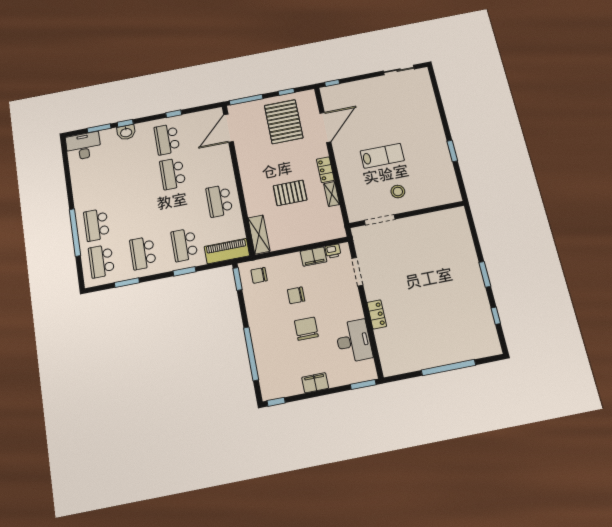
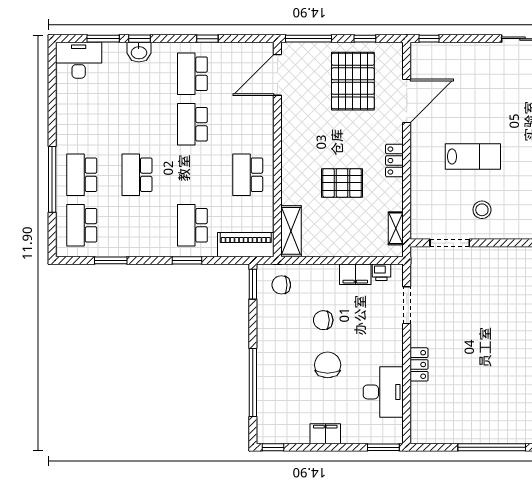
shelving: (332, 194) -> (396, 228), moved
school desk: (143, 253) -> (137, 175), moved

